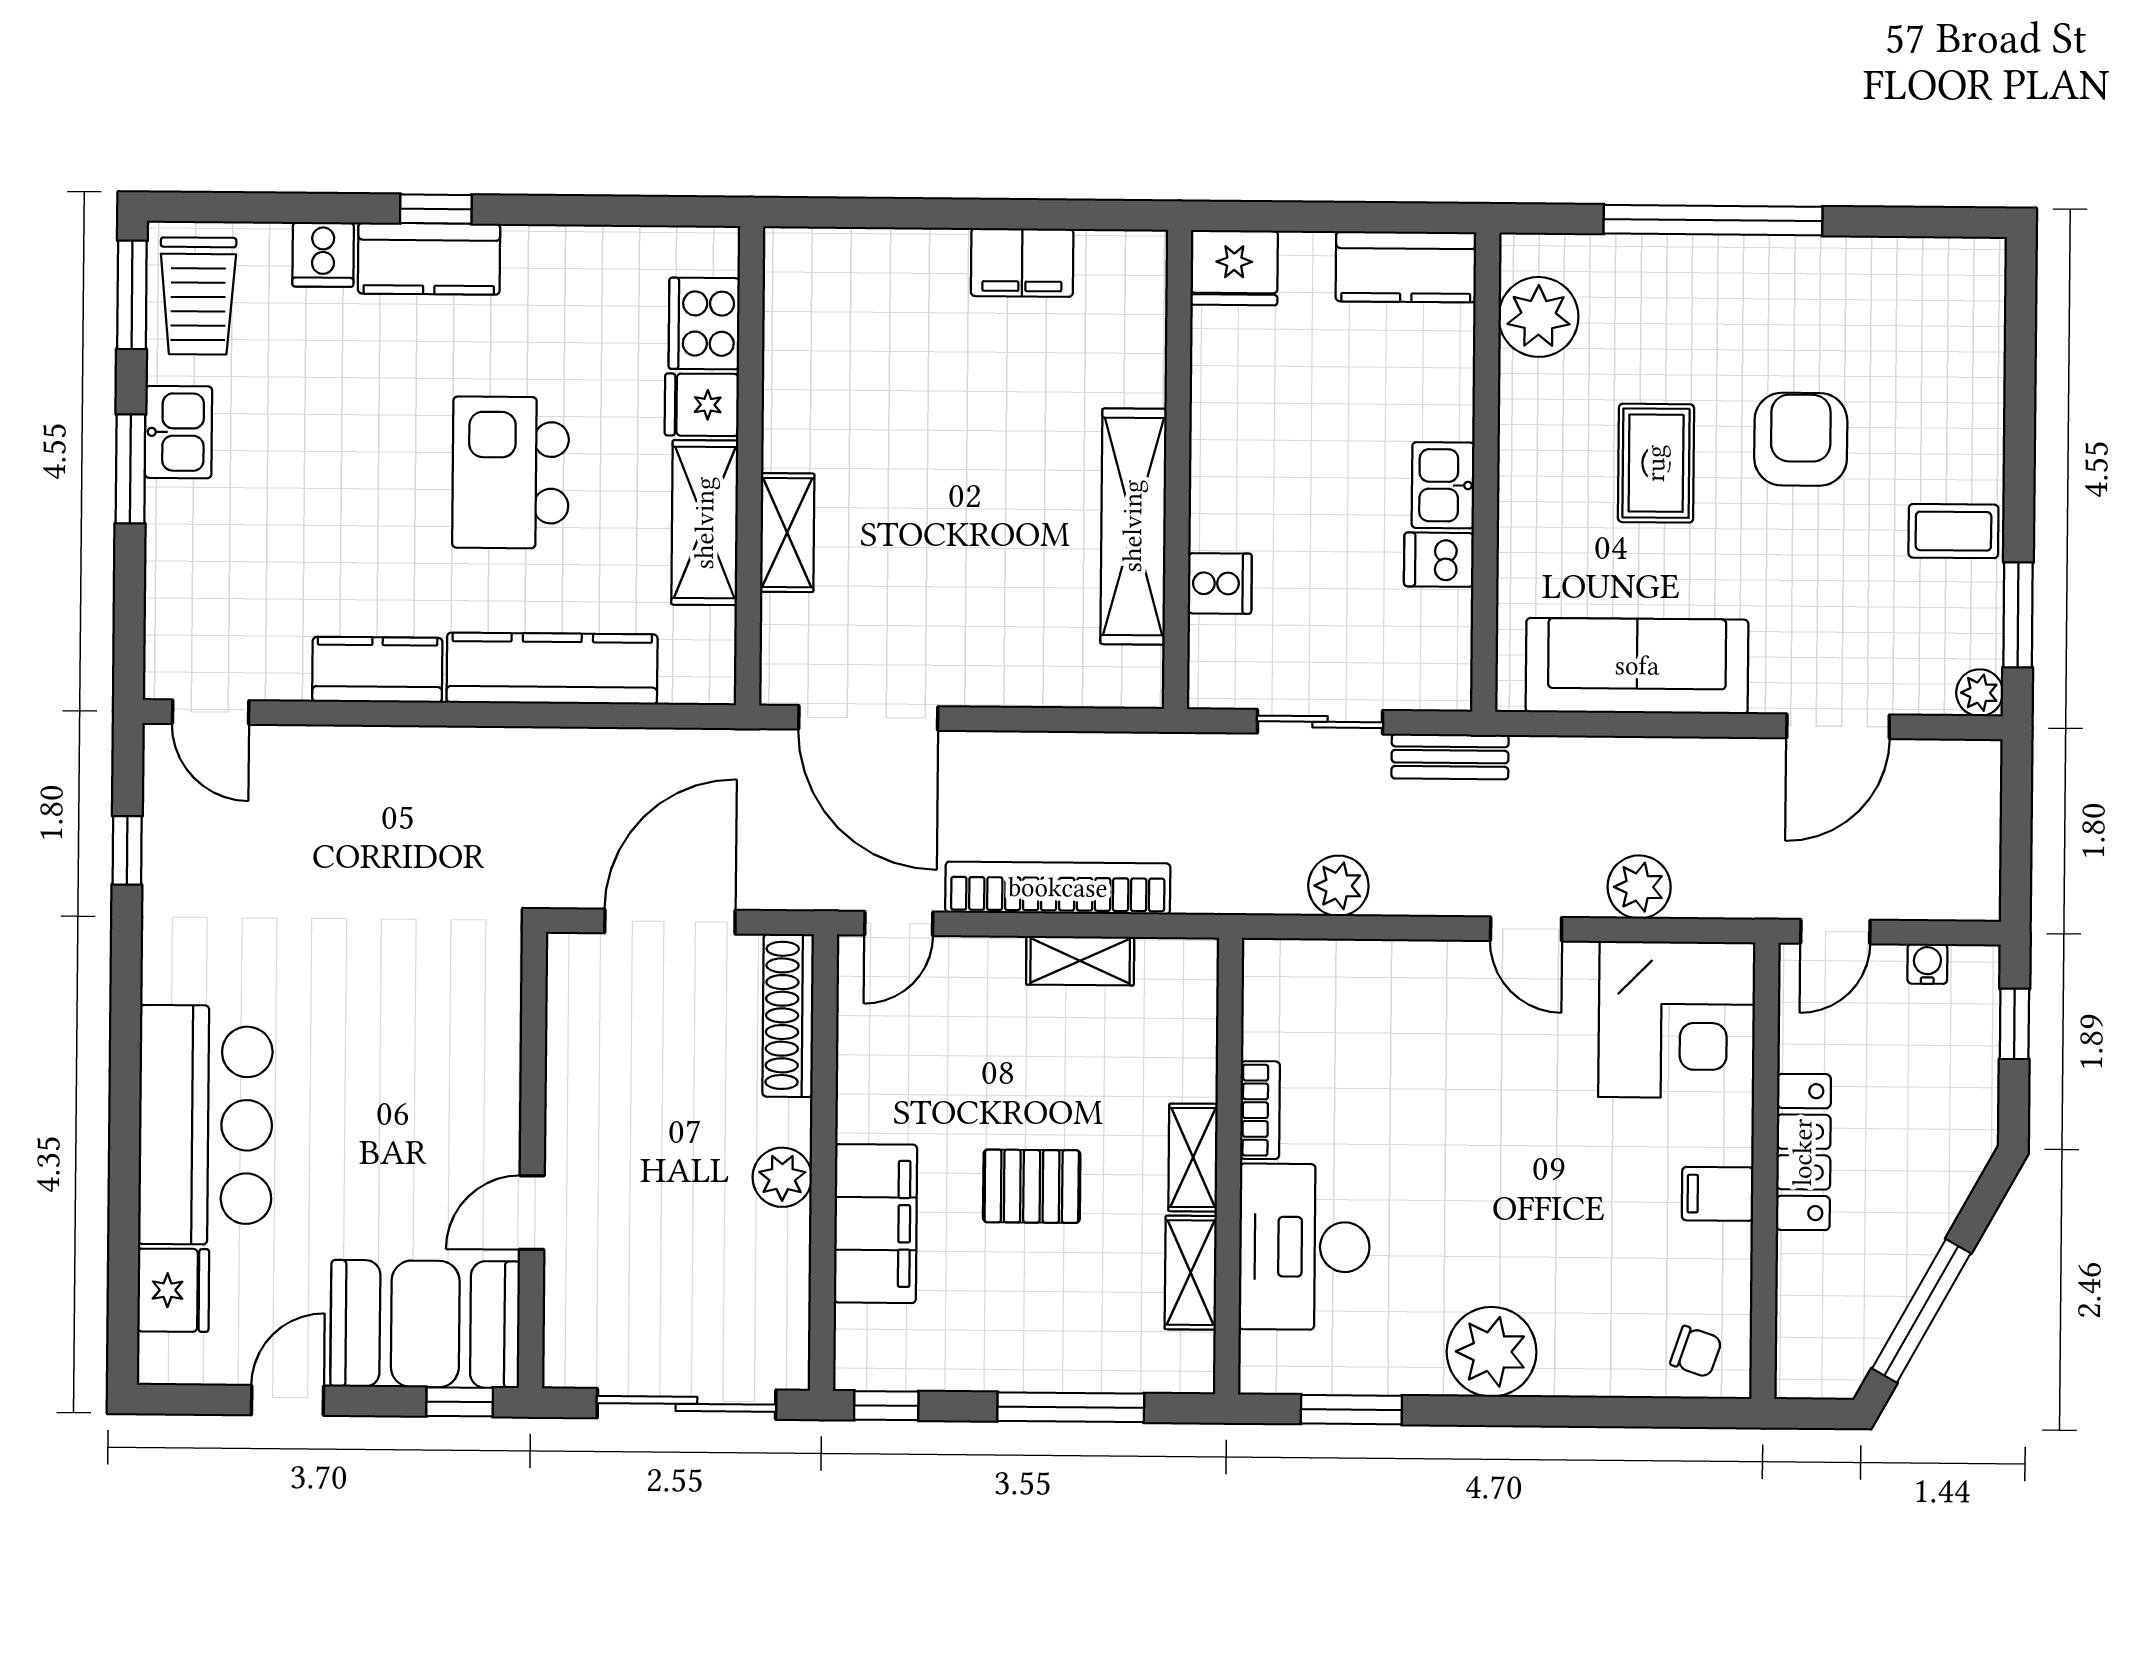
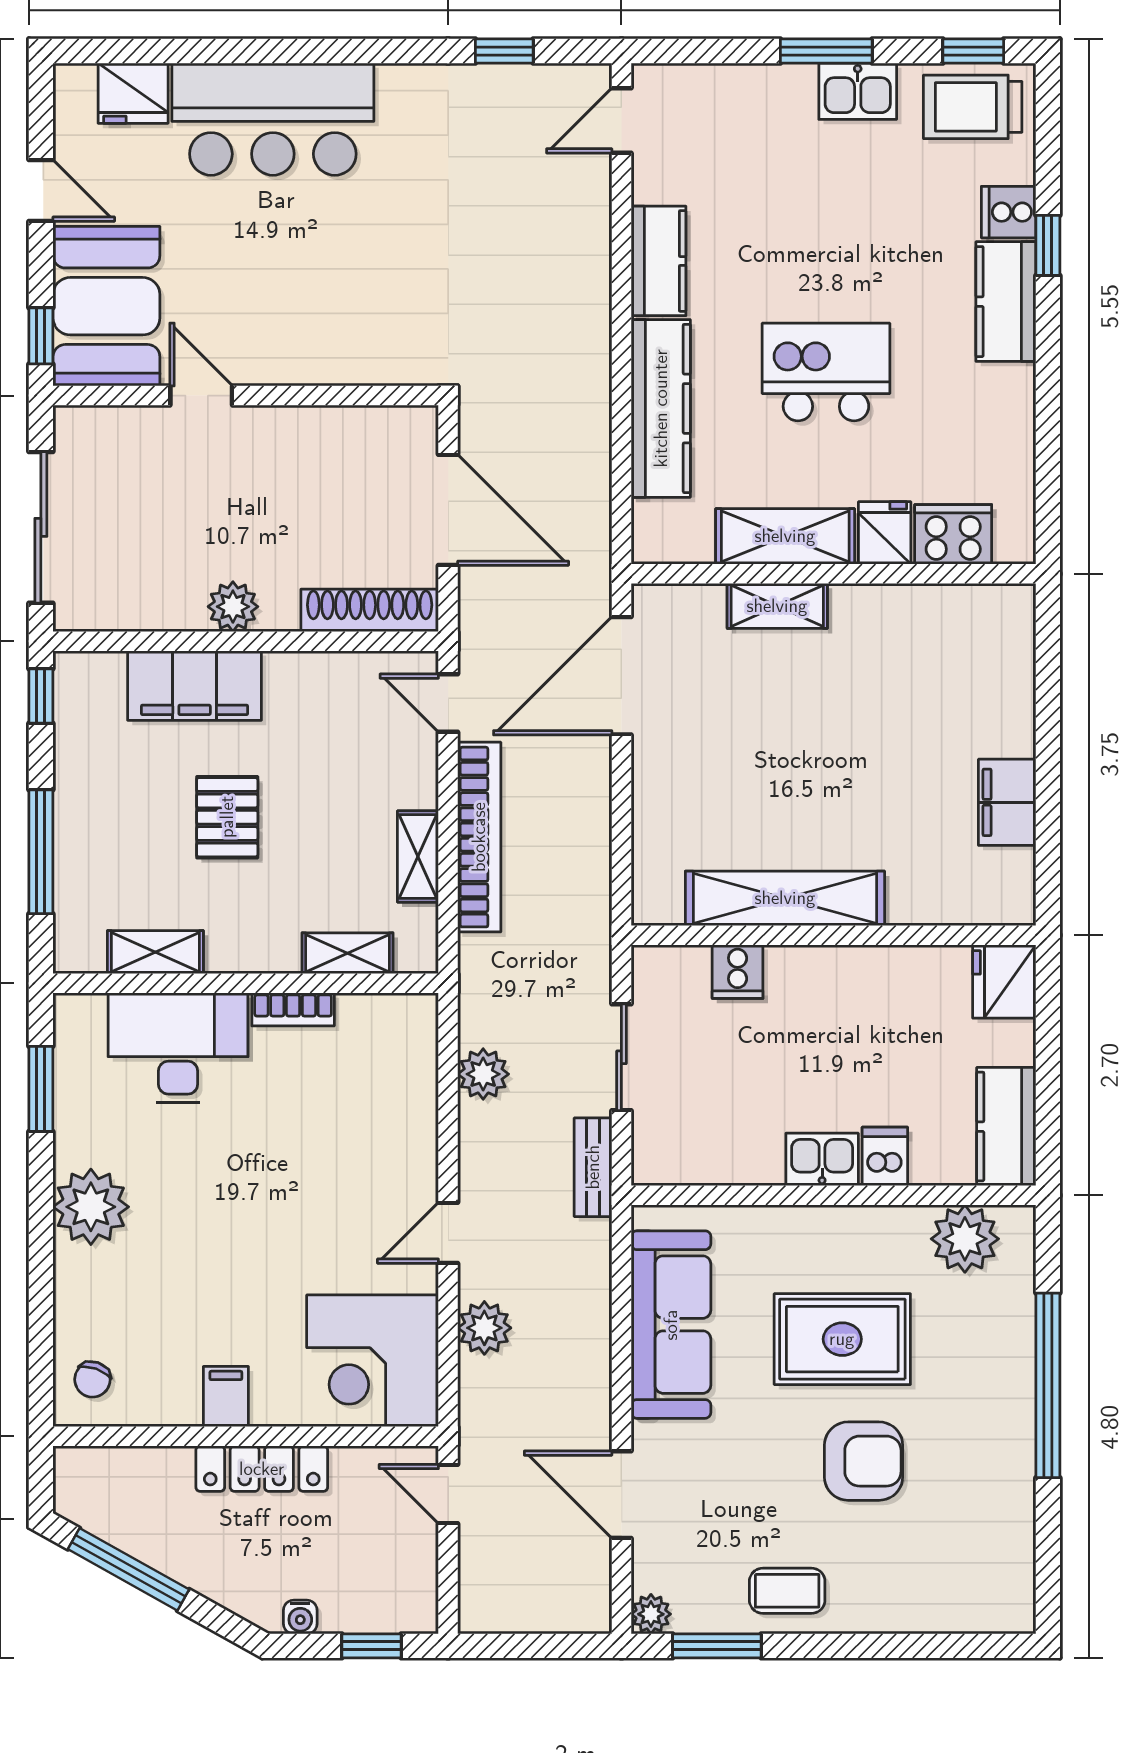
window: (436, 209) -> (1048, 245), moved
window: (132, 295) -> (973, 51), width x0.67
rug: (1656, 463) -> (842, 1339), width x1.36, depth x1.43
coffee table: (1953, 531) -> (787, 1591), turned 90
dishwasher: (1439, 560) -> (885, 1156), moved
water cooler: (1927, 964) -> (300, 1617), moved, turned 90
shelving: (1193, 1158) -> (348, 953), moved

